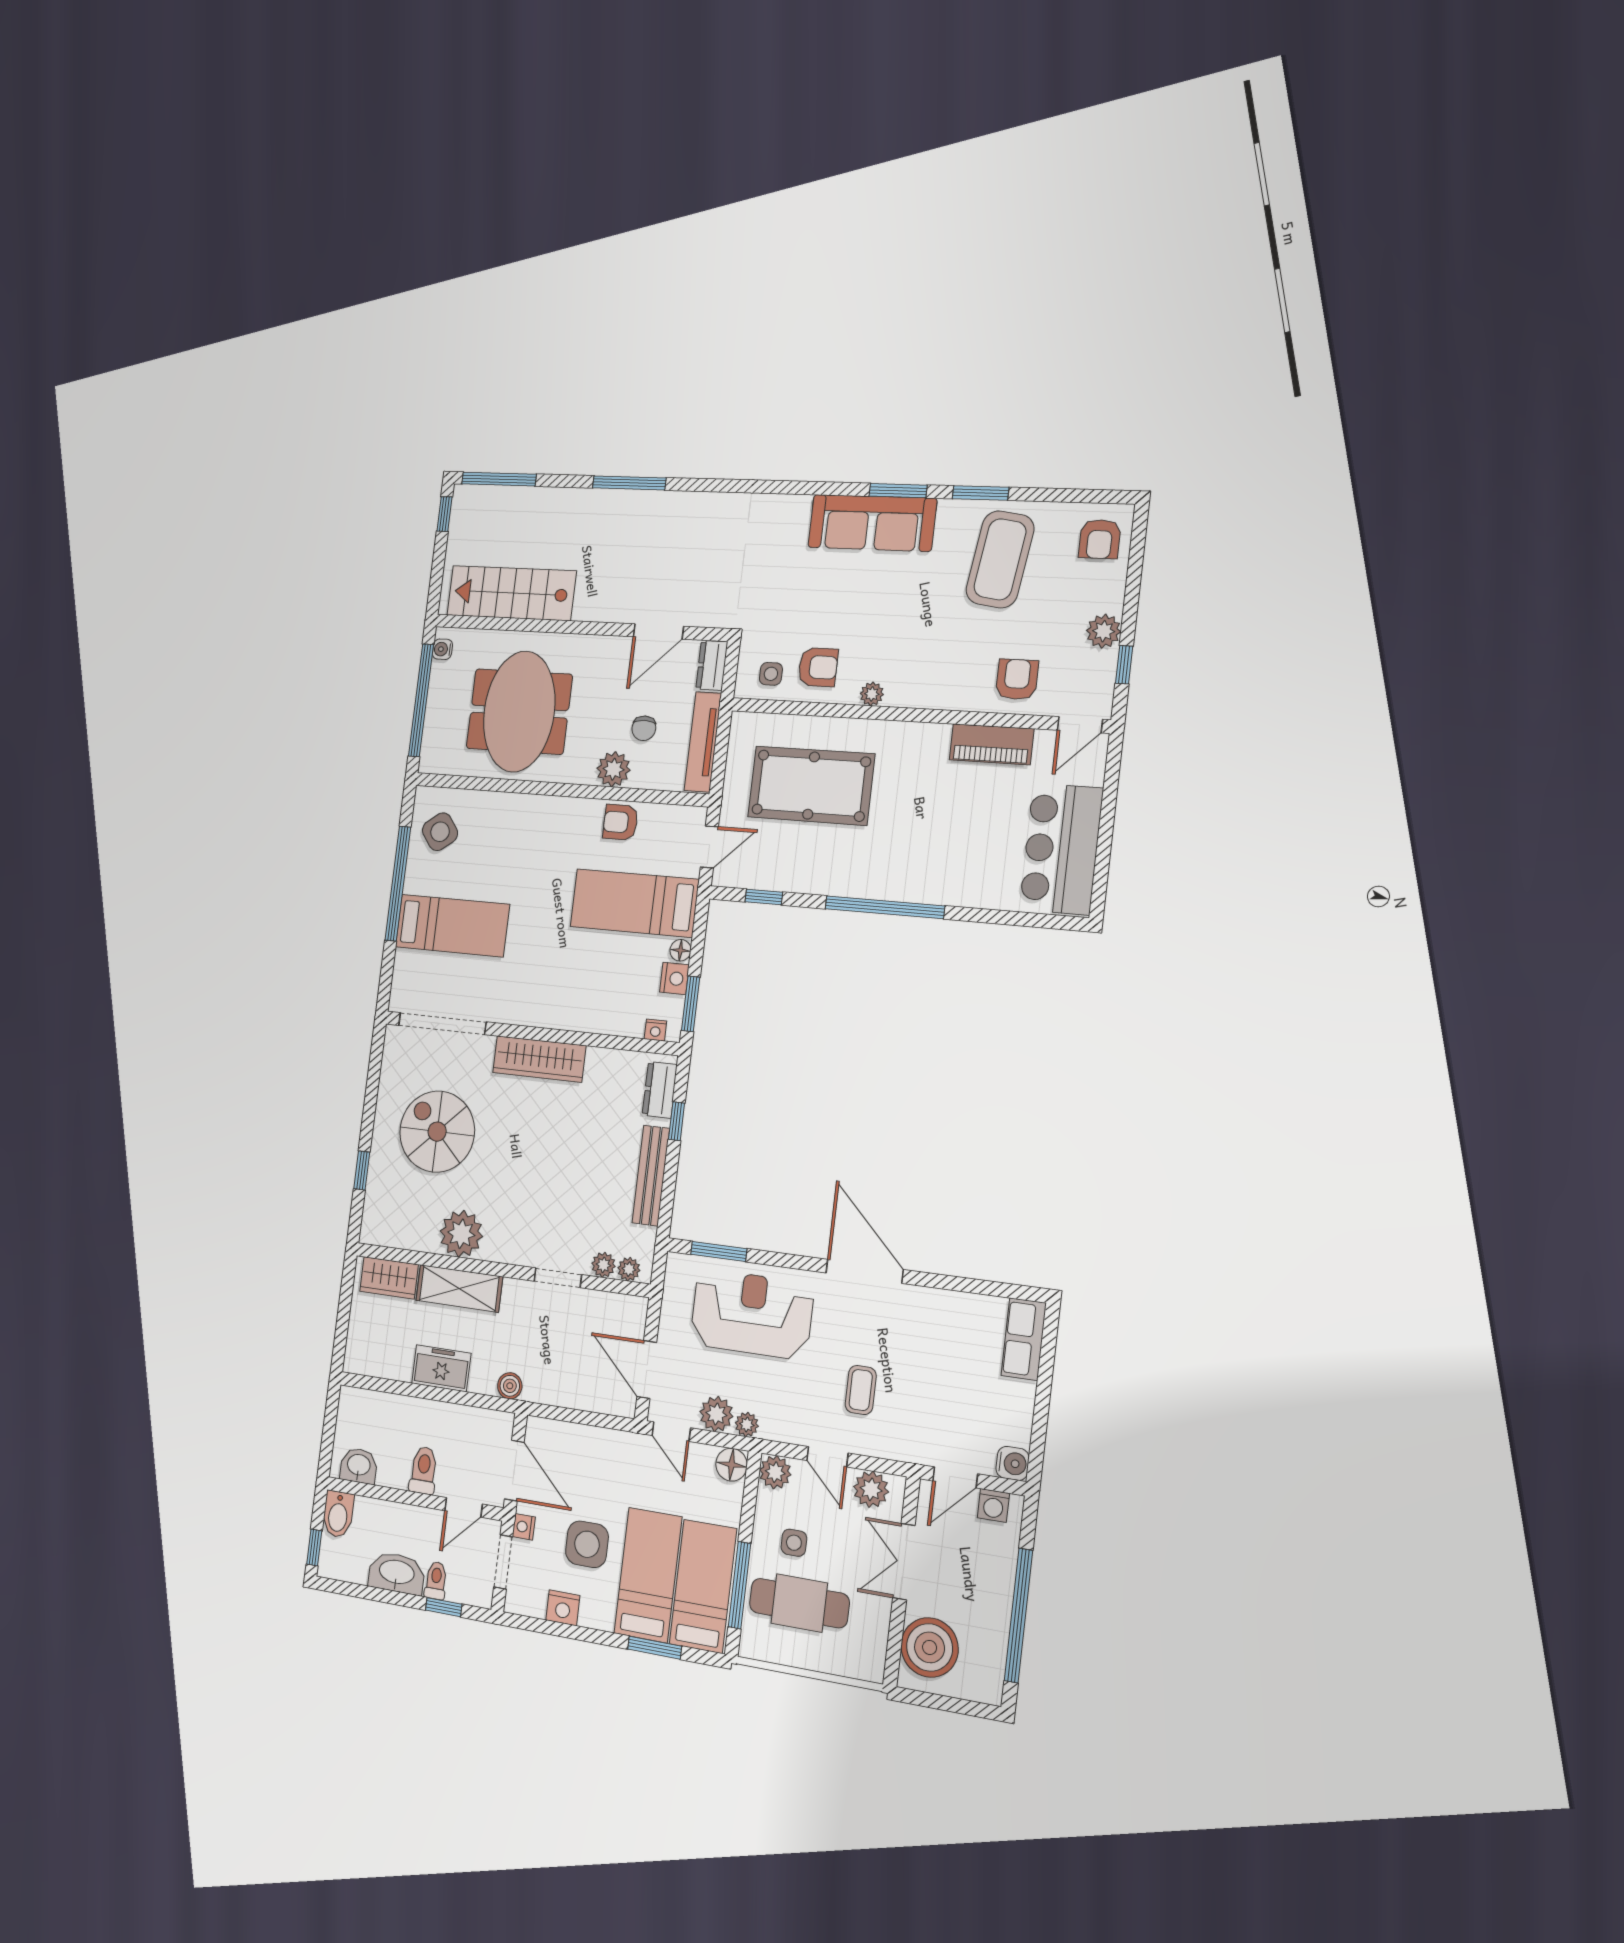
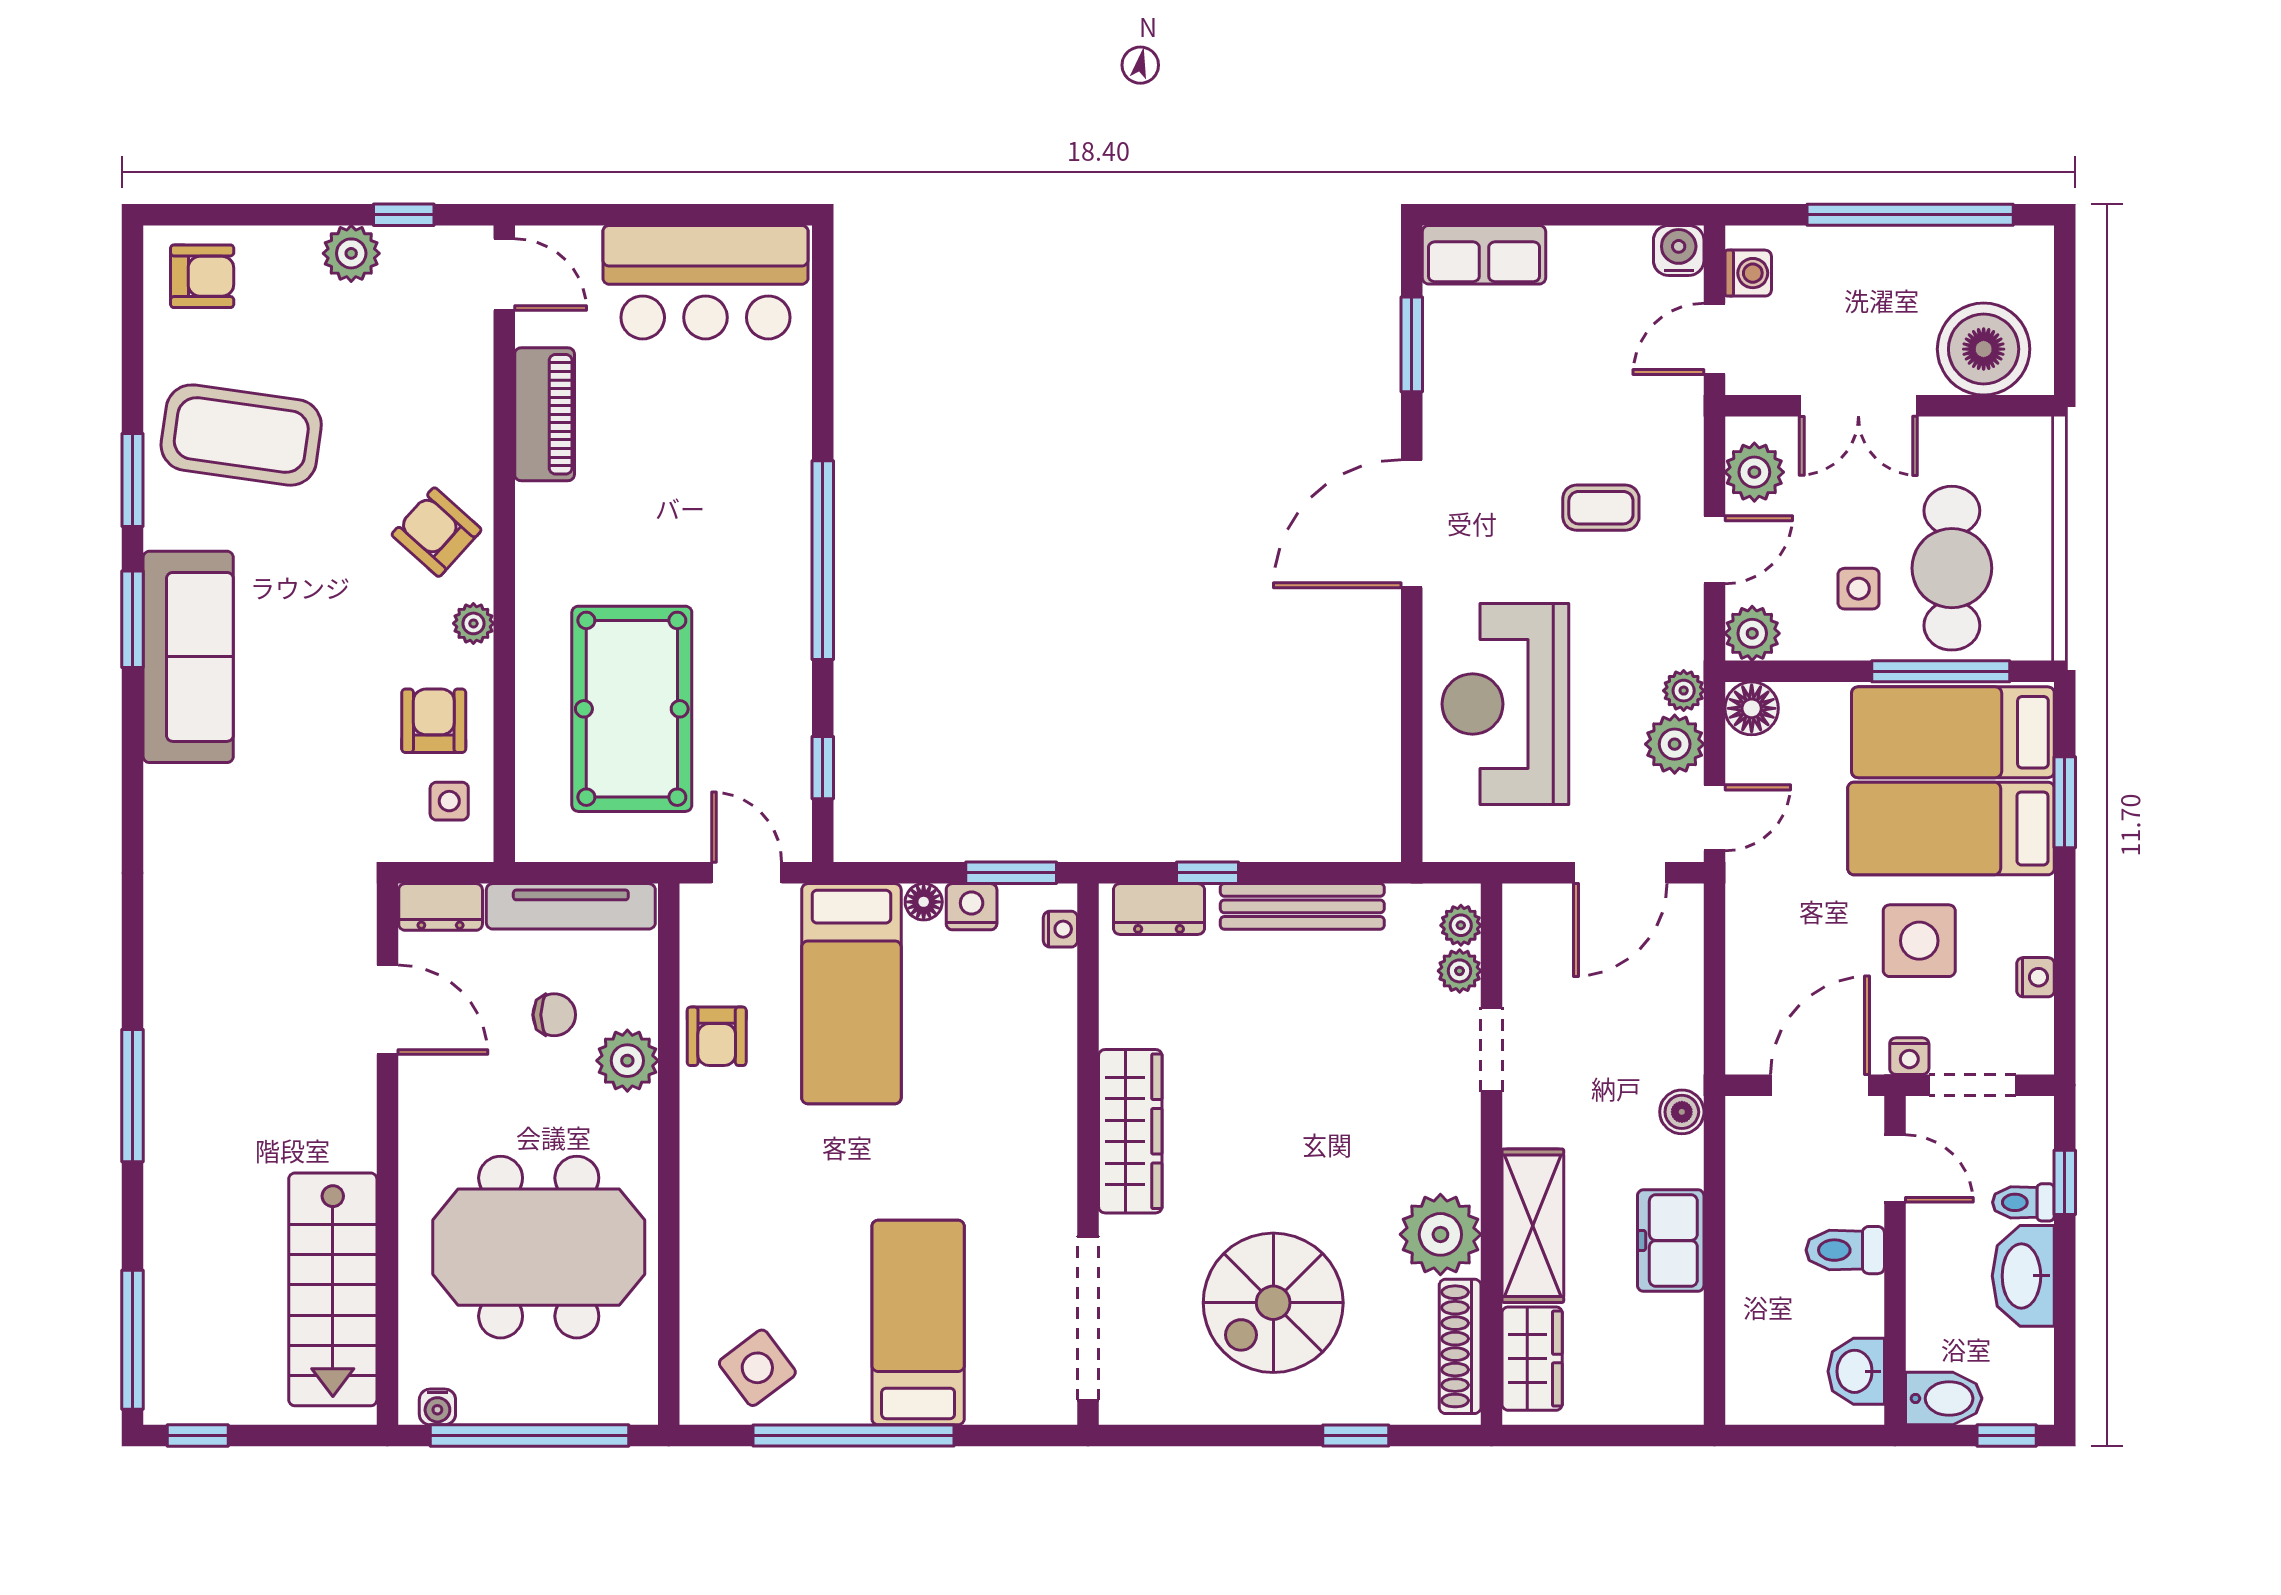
armchair: (1017, 679) -> (437, 532), moved, turned 42
shoe rack: (401, 1237) -> (1460, 1346), added
window: (719, 1252) -> (1412, 344), moved
door: (955, 1477) -> (1714, 339), swing flipped
nightstand: (563, 1608) -> (2036, 977), width x0.72, depth x0.74

